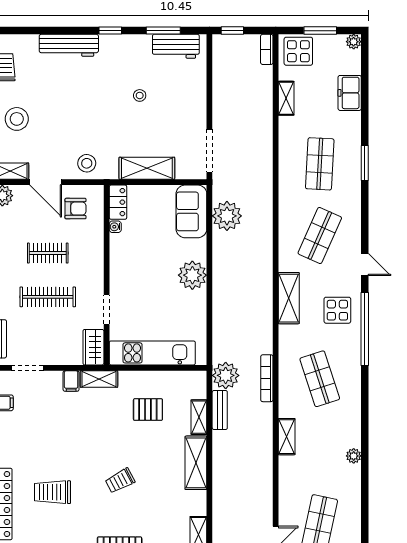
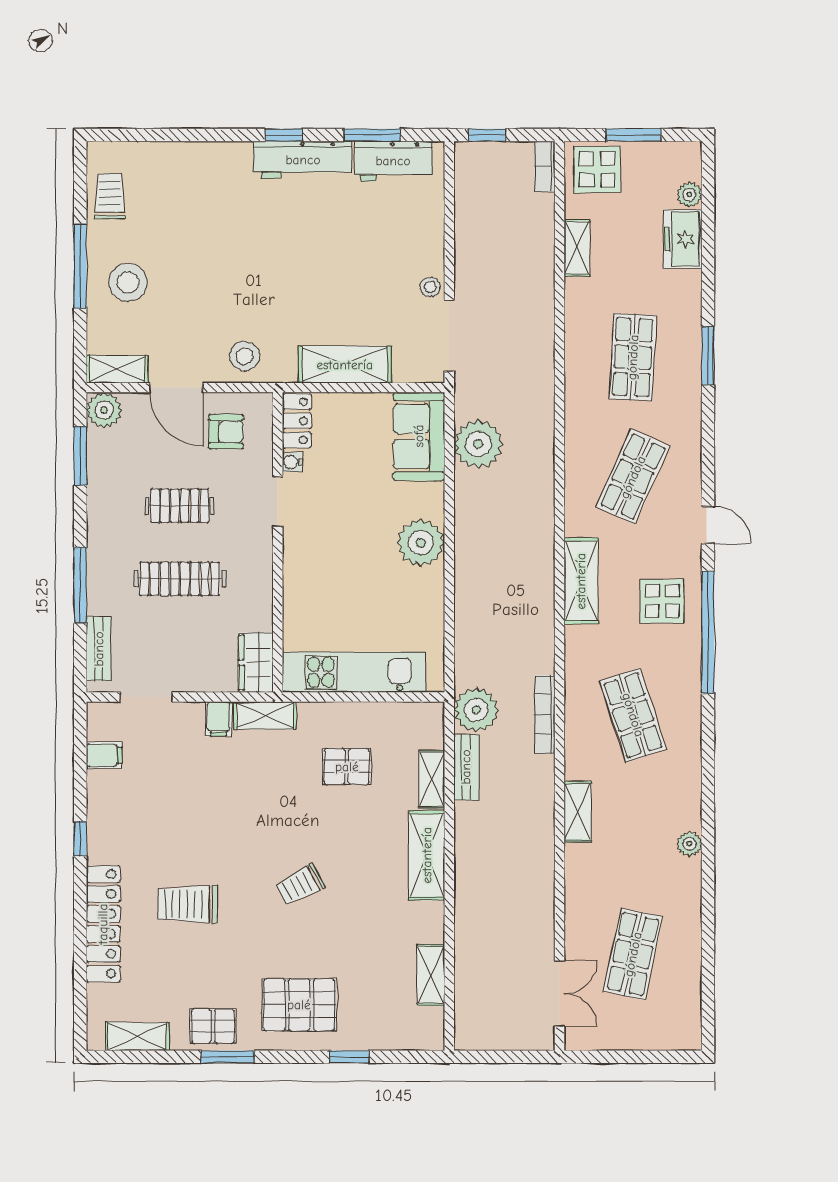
plant: (354, 42) -> (689, 195), moved
workbench: (69, 45) -> (303, 160), moved
stool: (140, 95) -> (430, 287), moved
doorway: (107, 310) -> (278, 501), moved

